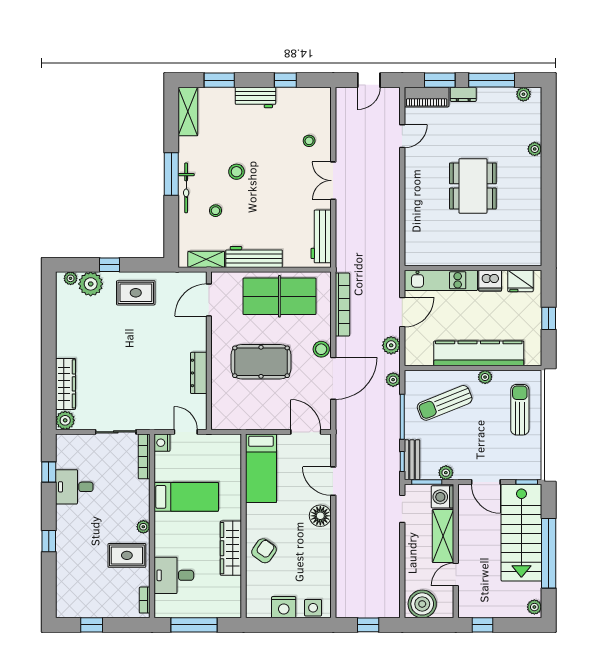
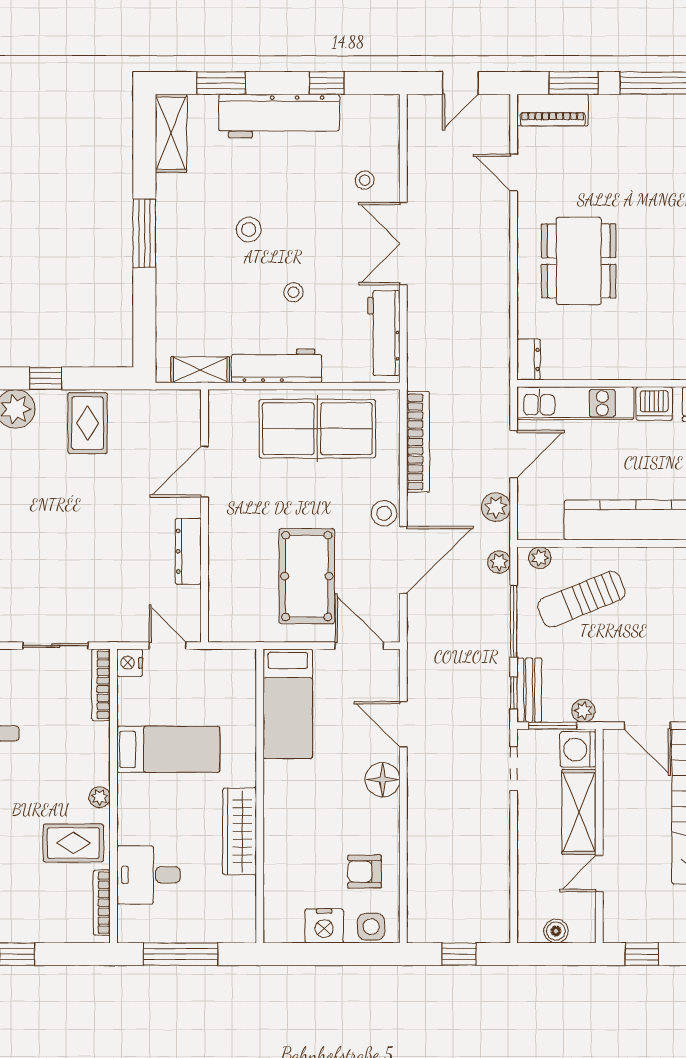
dresser: (463, 94) -> (529, 359), moved, turned -90
workbench: (255, 97) -> (279, 116), width x1.88, depth x1.32
door: (402, 136) -> (514, 173), swing flipped
double door: (333, 181) -> (403, 244), width x1.37
dining table: (473, 186) -> (579, 261), moved
bicycle: (186, 188) -> (168, 255), removed
stool: (215, 211) -> (293, 292), moved
rug: (136, 293) -> (88, 423), turned 90
door: (209, 300) -> (205, 472), moved
pool table: (261, 362) -> (307, 576), moved, turned 90
plant: (485, 377) -> (540, 558), moved
armchair: (264, 551) -> (365, 872), moved, turned -125
bookcase: (145, 600) -> (102, 903), width x1.56
boiler: (422, 604) -> (556, 931), width x0.54, depth x0.54

